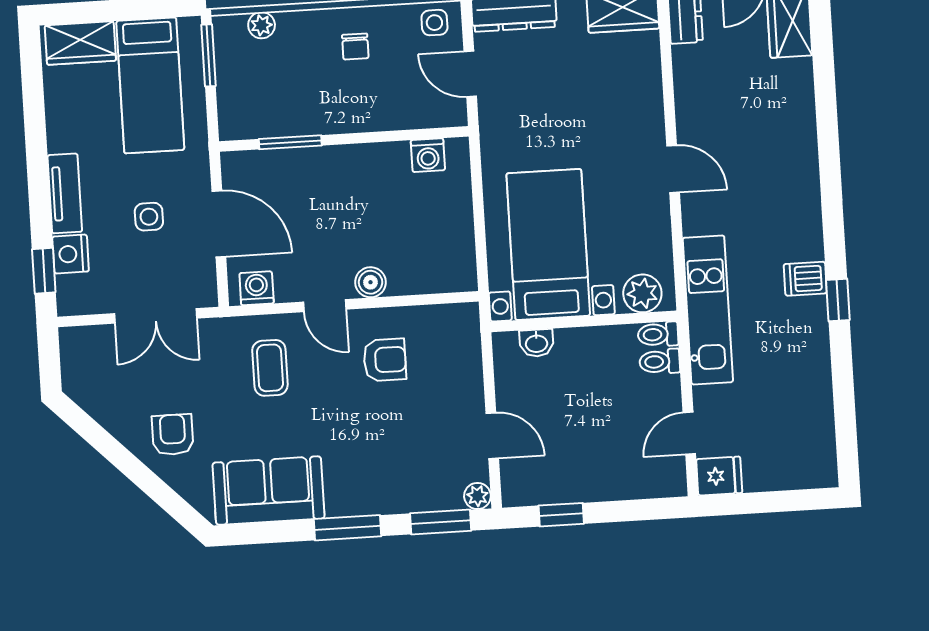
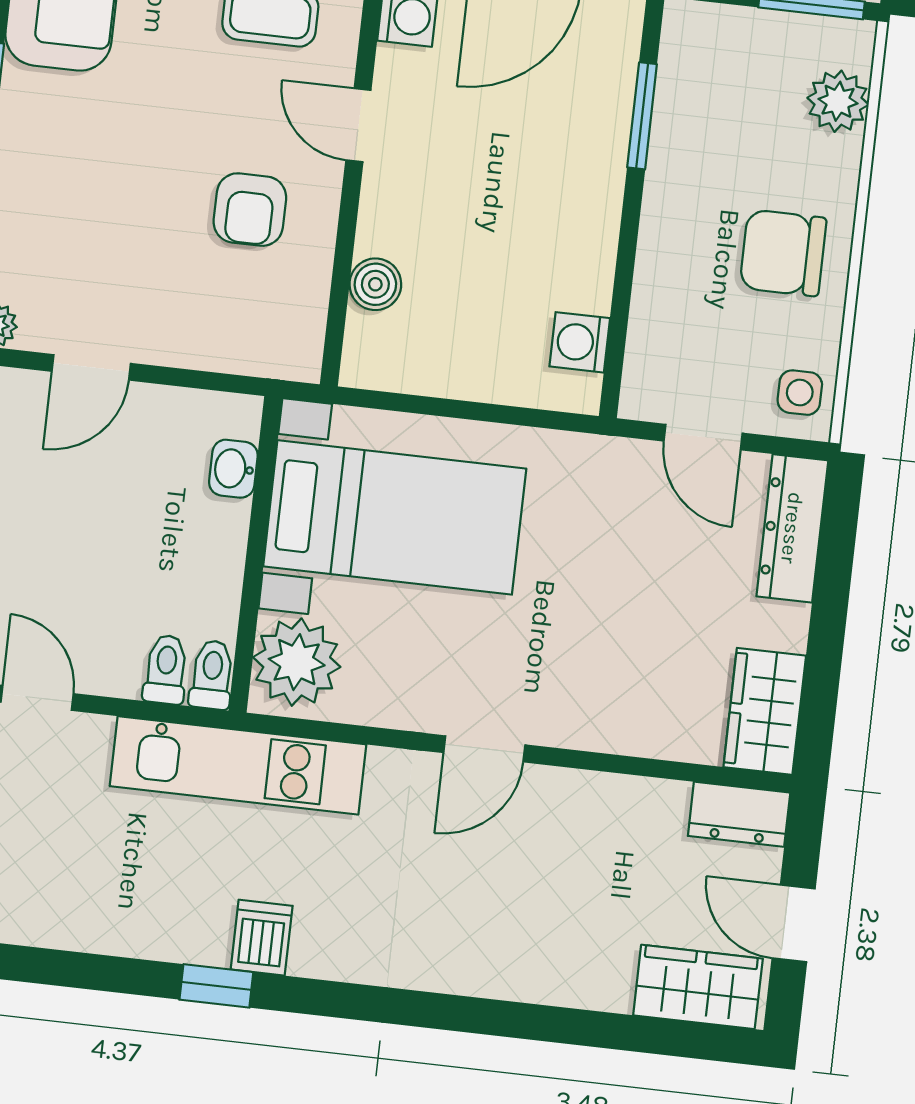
plant: (262, 25) -> (838, 101), width x1.38, depth x1.38
chair: (355, 47) -> (783, 253), width x1.87, depth x1.87
door: (470, 74) -> (703, 437), swing flipped
boiler: (371, 282) -> (375, 284), moved
plant: (642, 293) -> (297, 662), width x1.36, depth x1.36
door: (325, 306) -> (358, 125), hinge flipped

